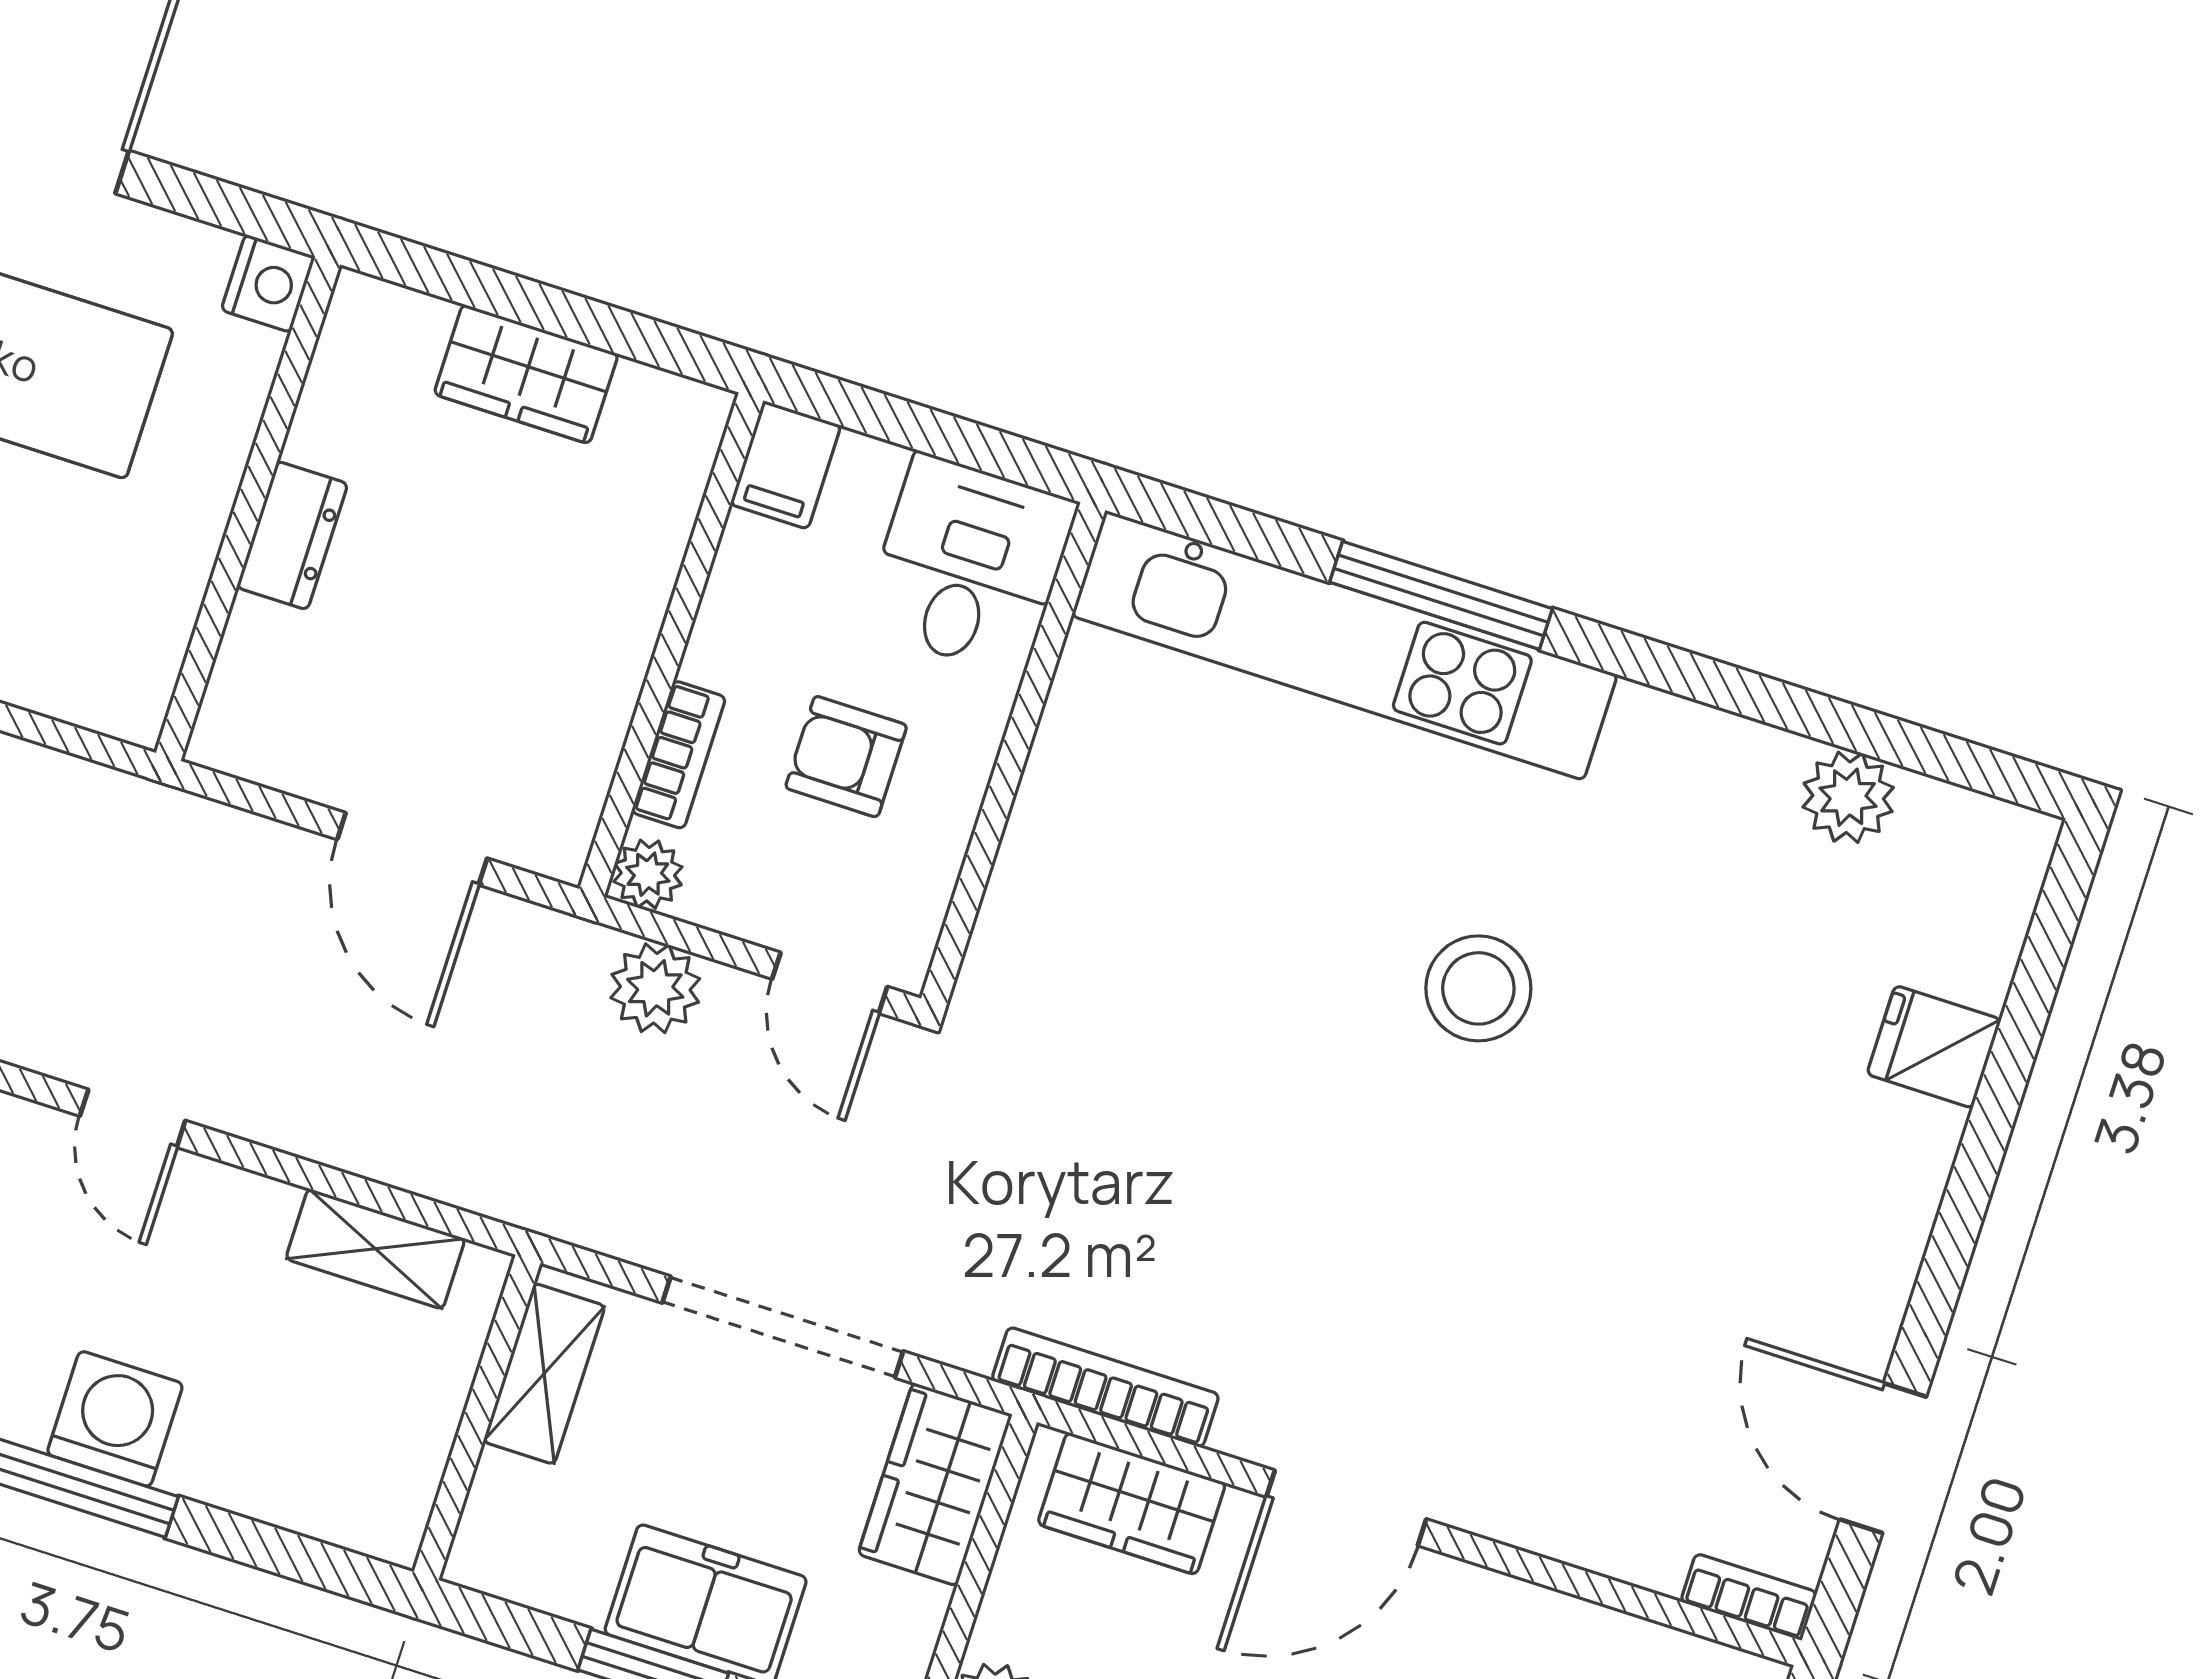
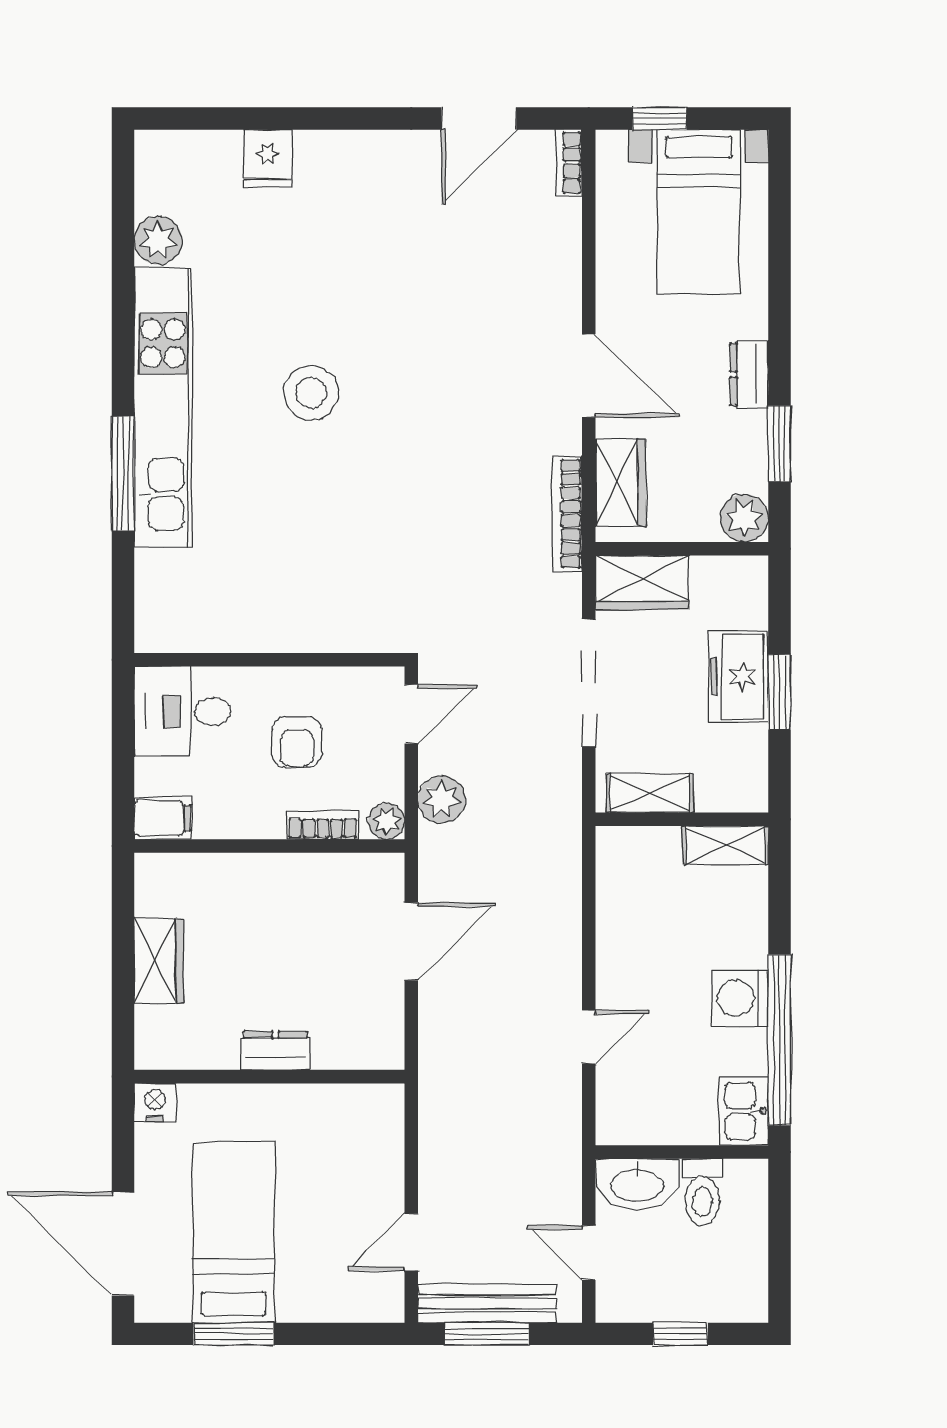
kitchen unit: (1344, 645) -> (163, 408), moved
shelving: (375, 1249) -> (725, 845), moved, turned 90

